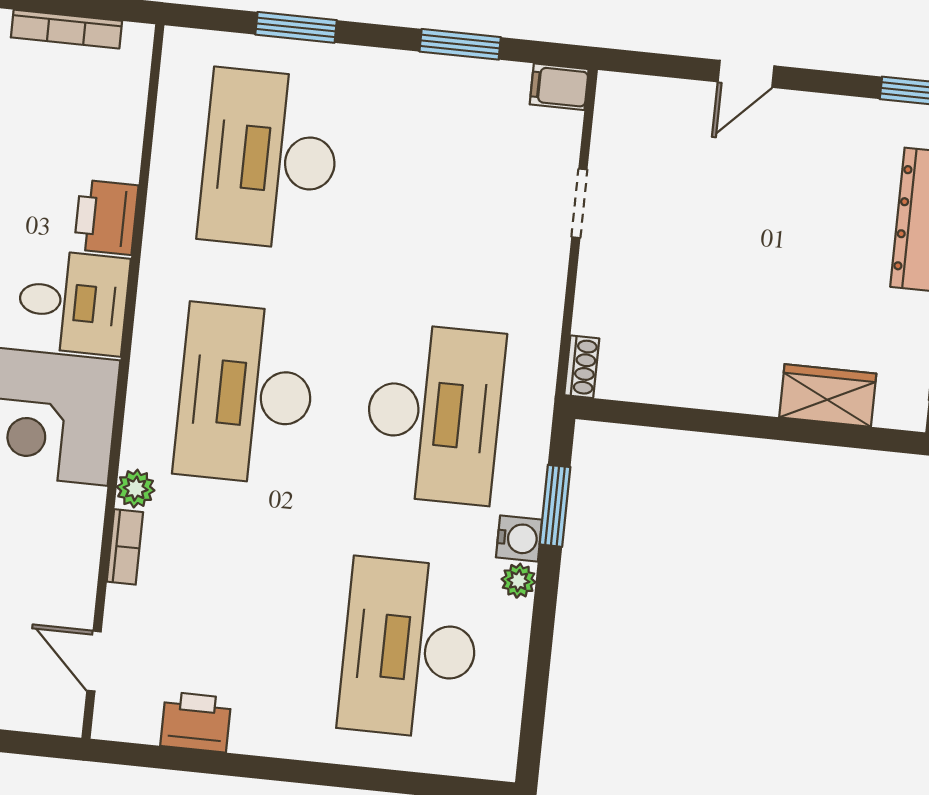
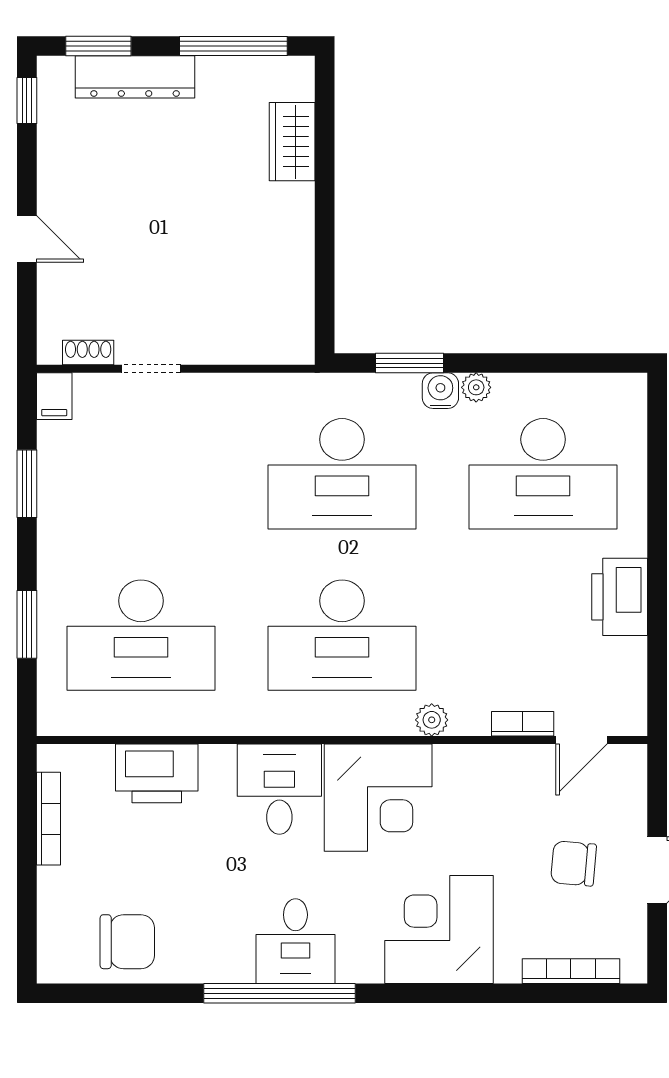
printer: (106, 217) -> (157, 773), moved, width x1.37, depth x1.19
shoe rack: (582, 367) -> (88, 353), moved
desk: (434, 414) -> (342, 474), turned 180
bookcase: (125, 547) -> (523, 724), moved
printer: (196, 722) -> (620, 597), moved, width x1.37, depth x1.19

